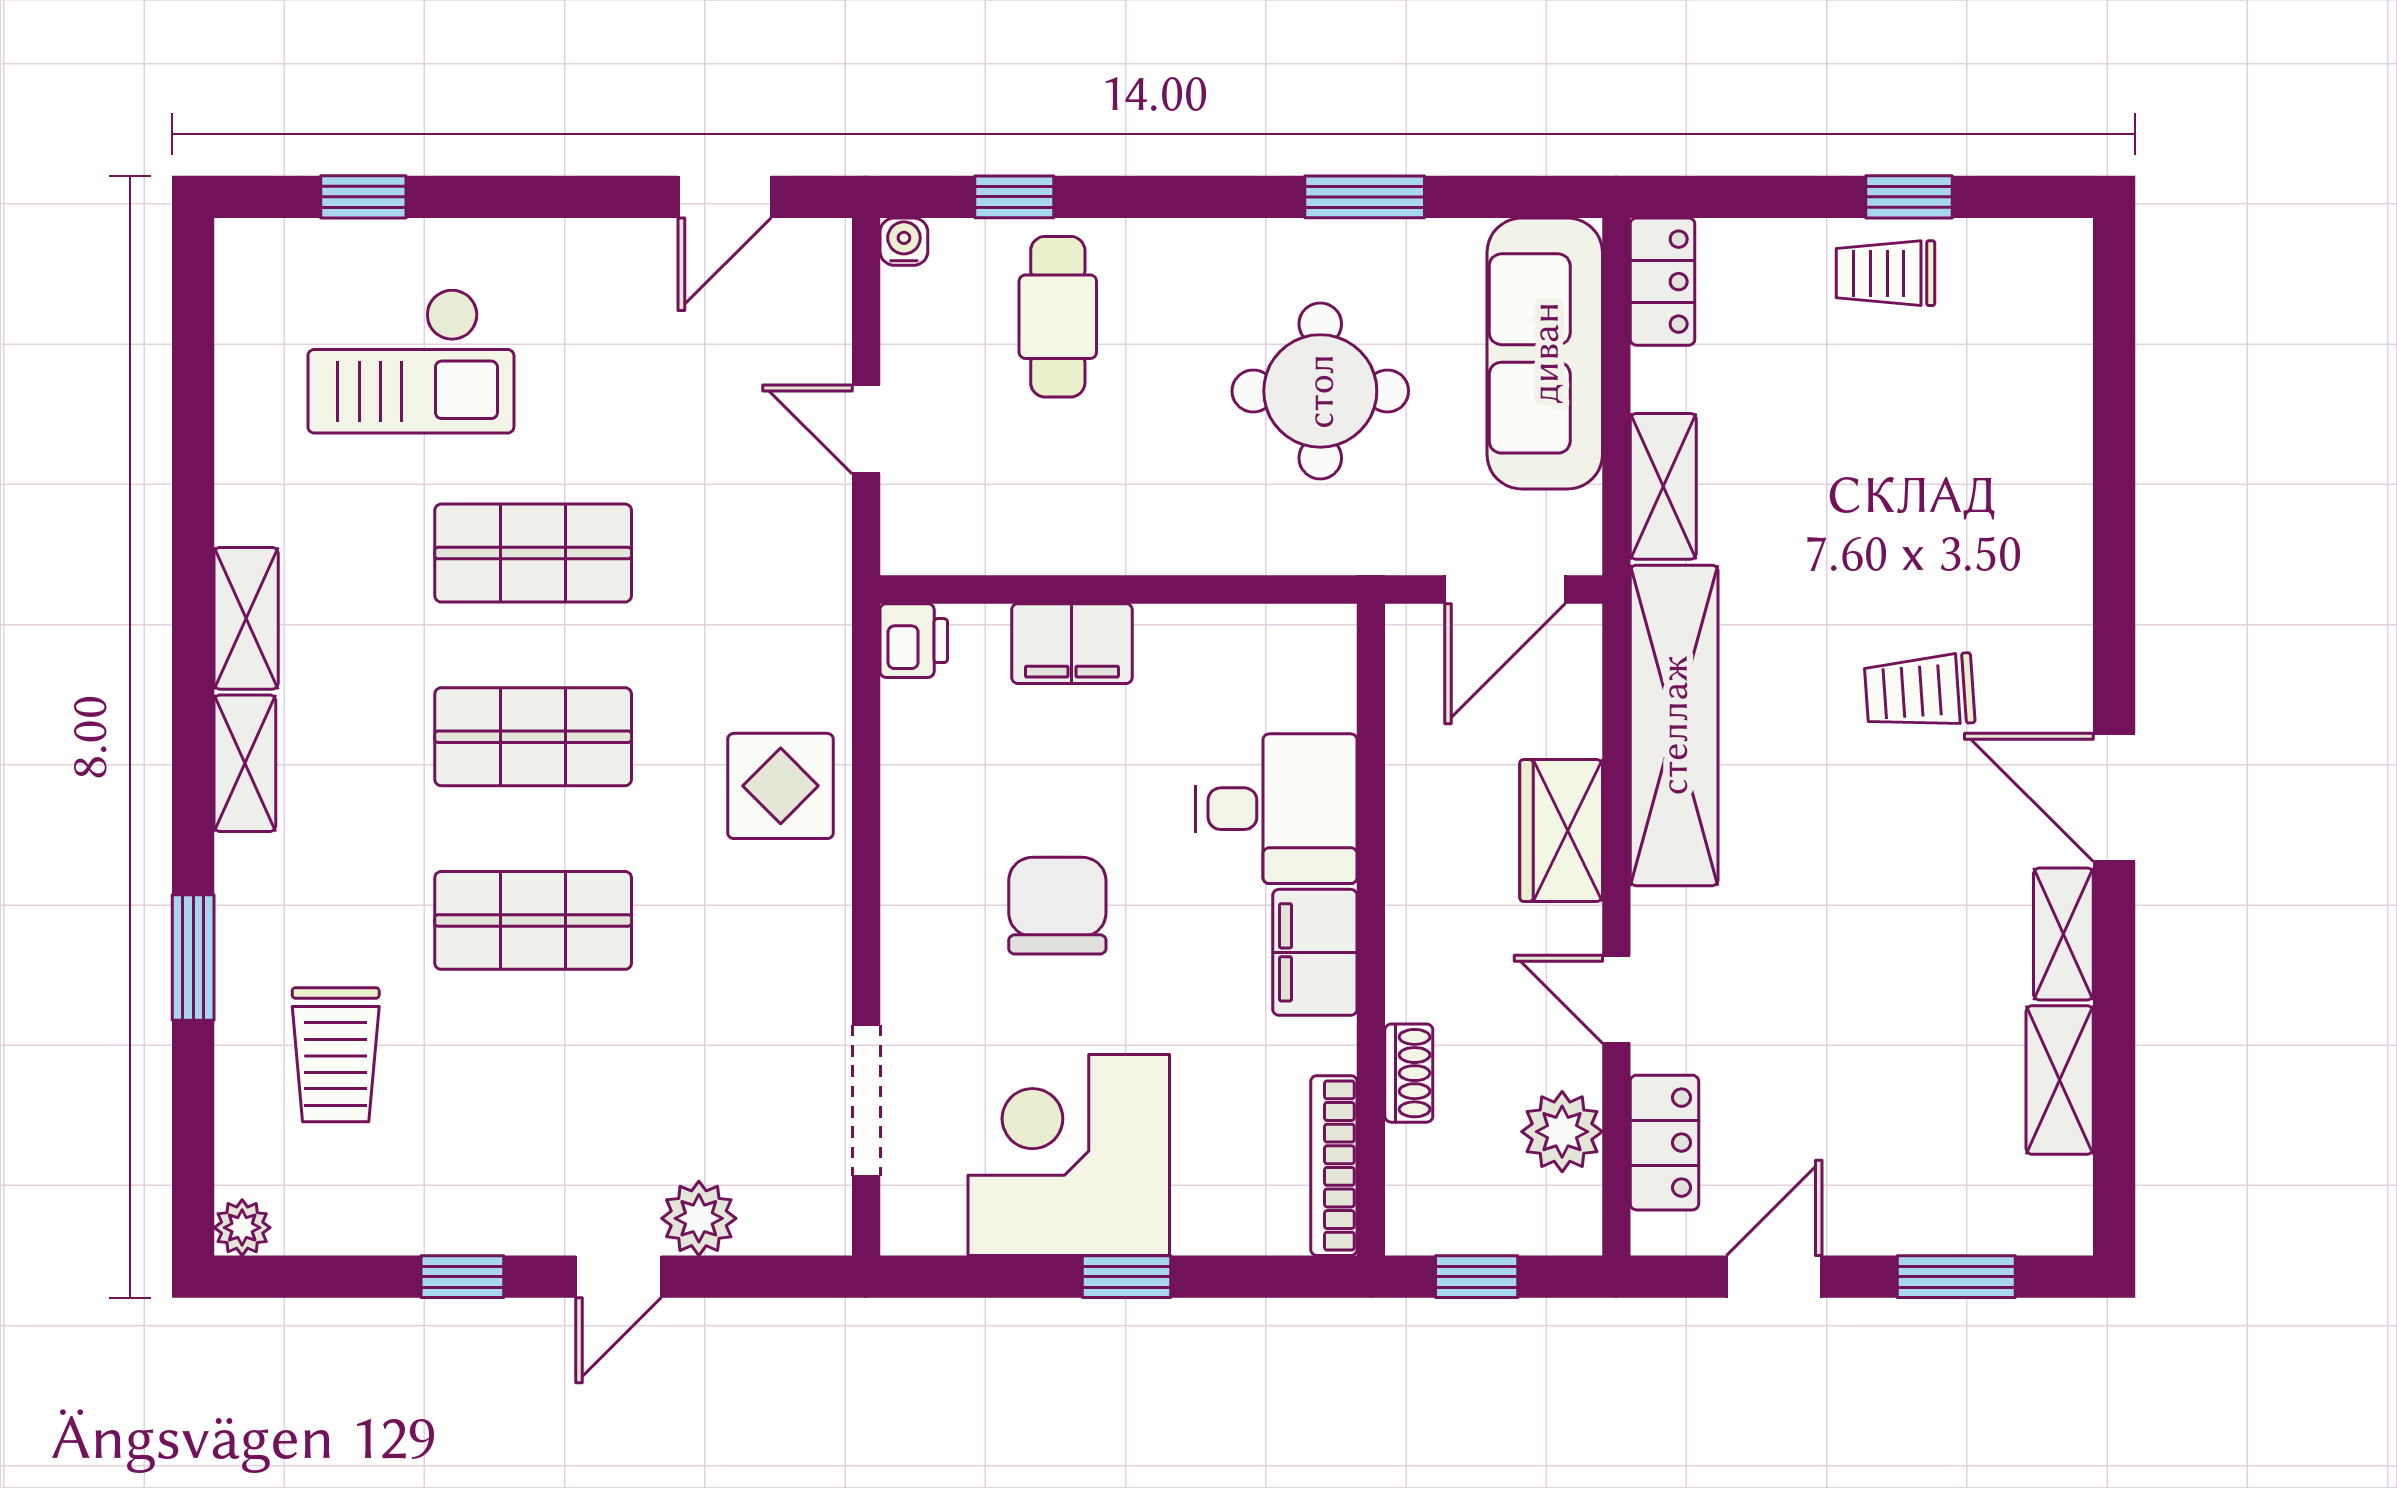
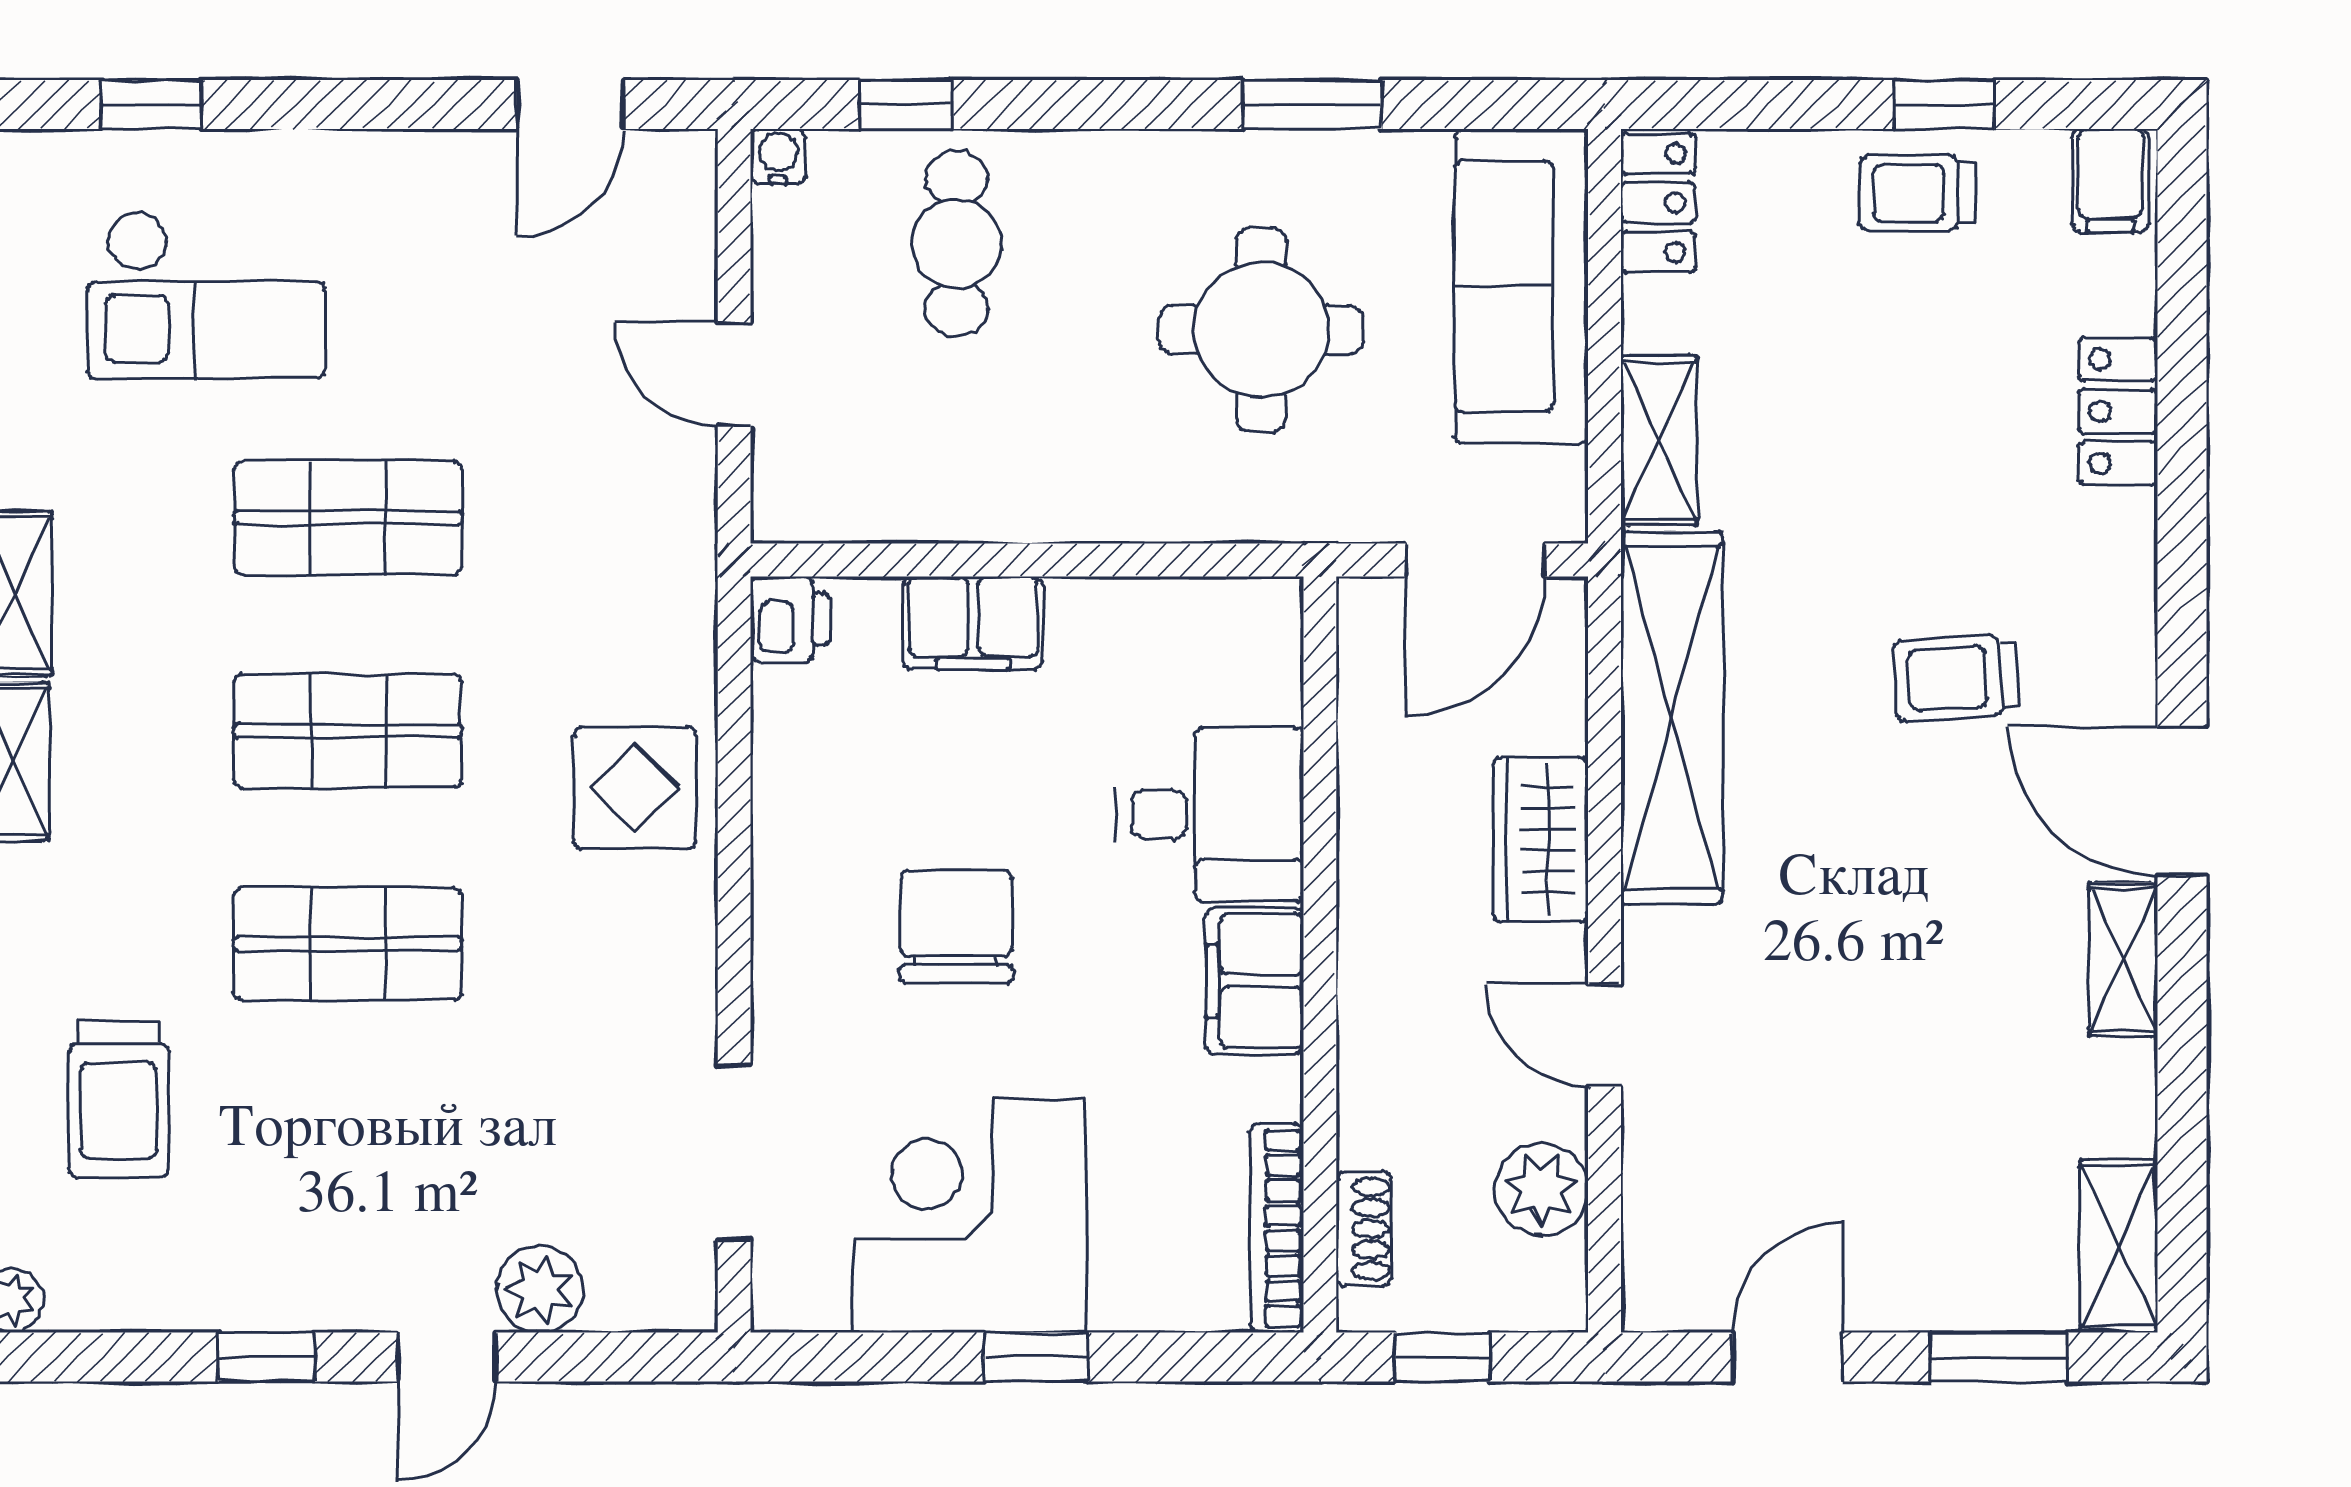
filing cabinet: (2052, 262) -> (2110, 180), added
shoe rack: (1409, 1073) -> (1364, 1229), moved
shelving: (2060, 1080) -> (2119, 1246), moved
locker: (1664, 1143) -> (2118, 411), moved, turned 180

